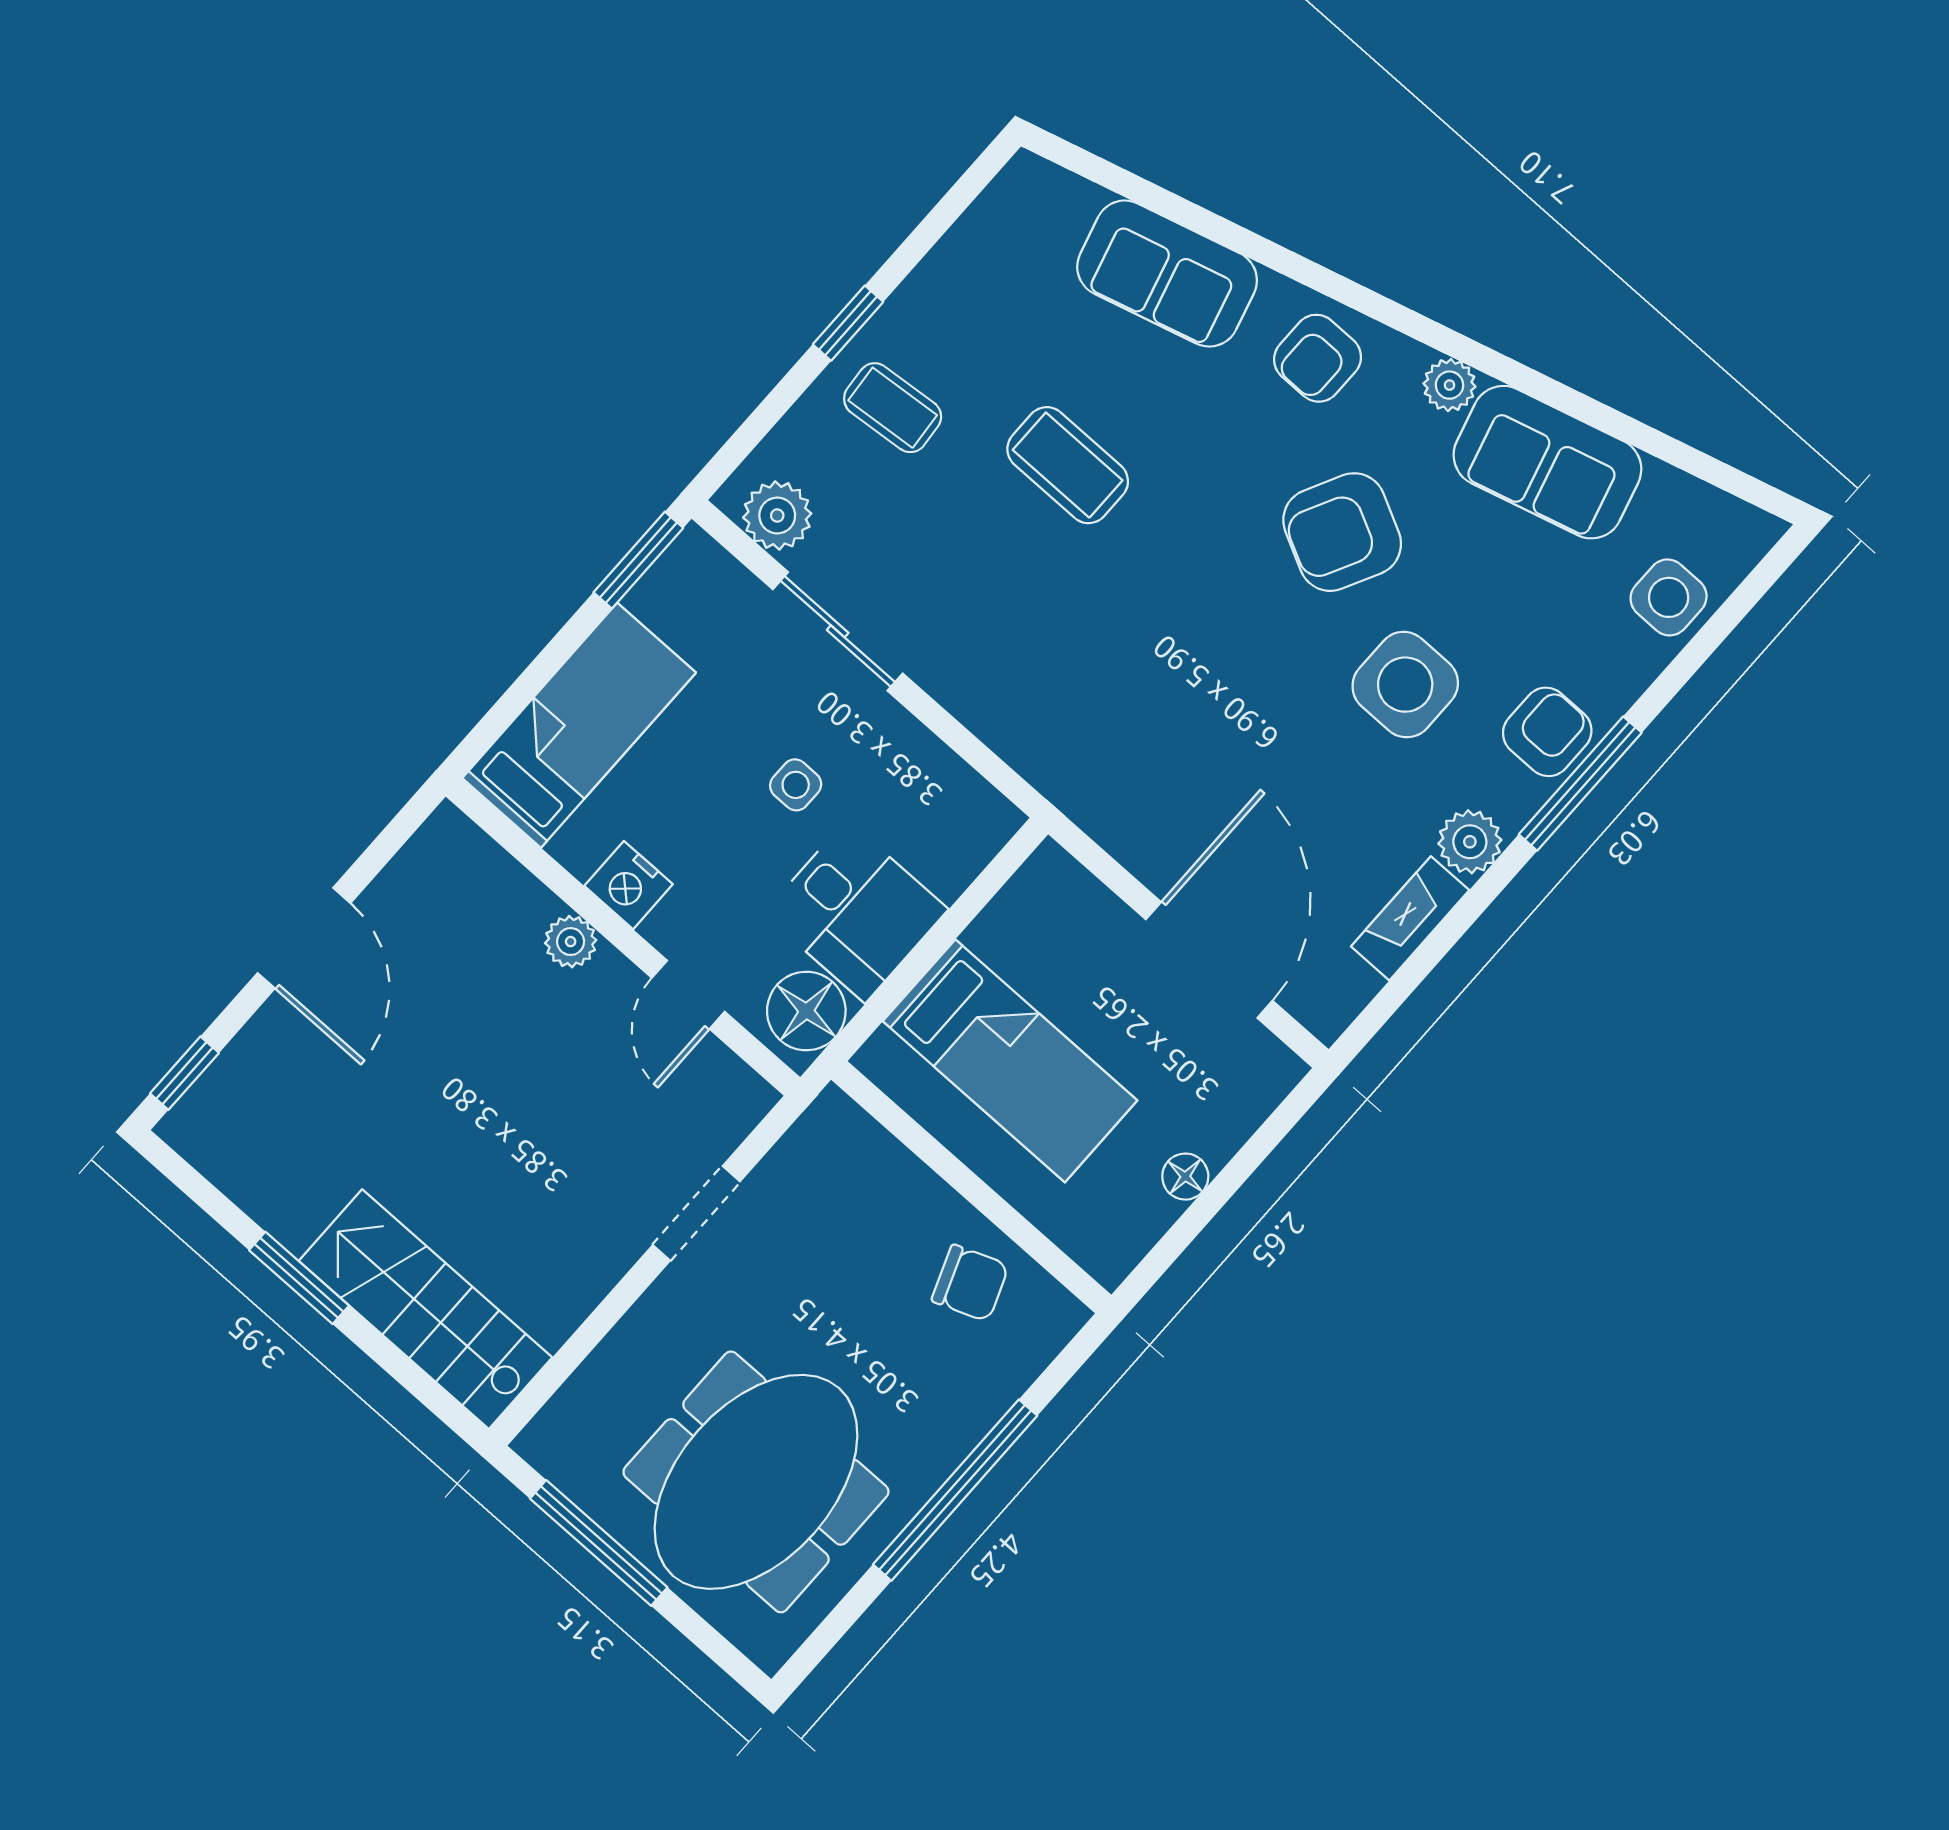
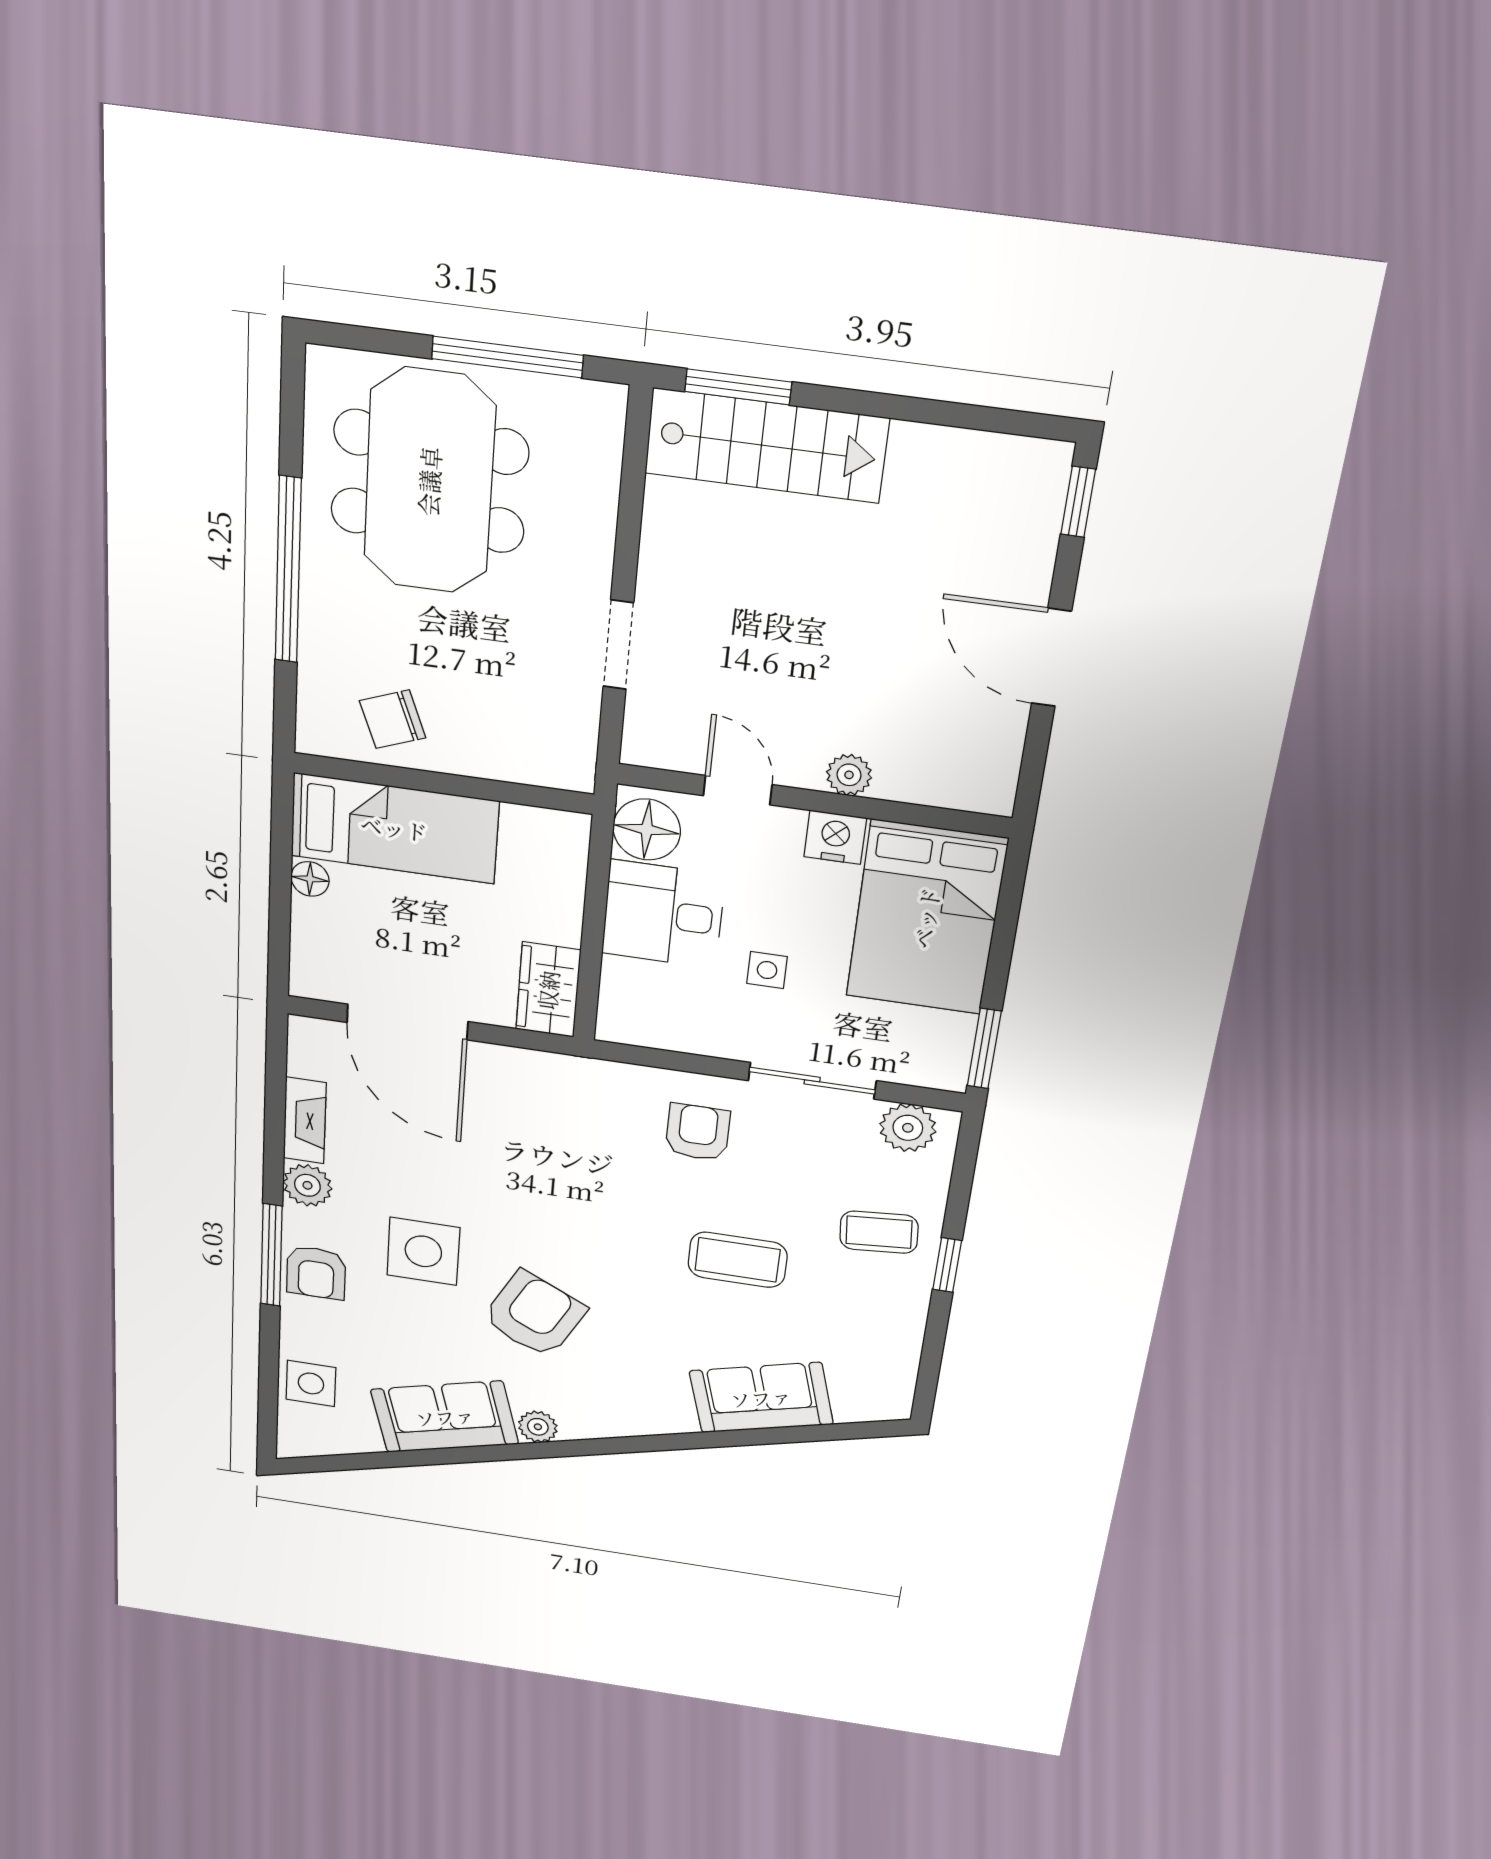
armchair: (1318, 358) -> (698, 1132), moved
bed: (579, 725) -> (926, 918), width x1.50
wardrobe: (1034, 903) -> (548, 990), added
bed: (1010, 1061) -> (394, 828), moved, turned 180
window: (299, 1278) -> (738, 387), moved

